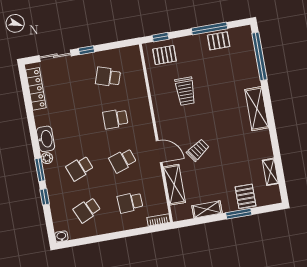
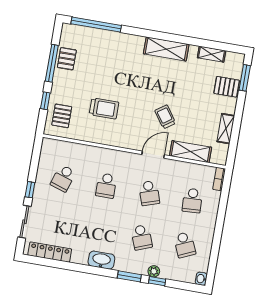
window: (160, 37) -> (45, 101), moved
shelving: (257, 109) -> (166, 49), moved
plant: (47, 158) -> (154, 271), moved
window: (239, 214) -> (245, 78), moved

